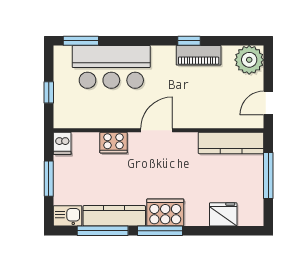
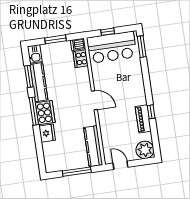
bar counter: (111, 67) -> (112, 47), moved, turned -90
cooker: (114, 143) -> (81, 59), moved
fridge: (223, 214) -> (47, 133), moved
window: (103, 231) -> (29, 76), width x0.69

